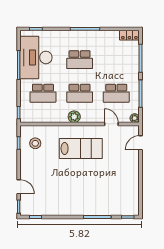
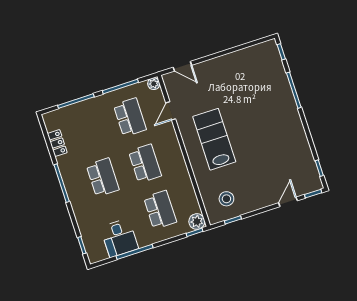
locker: (129, 35) -> (57, 143), moved
desk: (36, 57) -> (119, 238), width x0.53, depth x0.77
plant: (74, 117) -> (197, 222), moved

